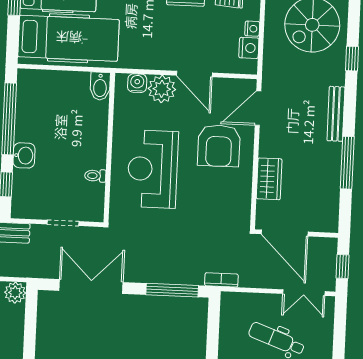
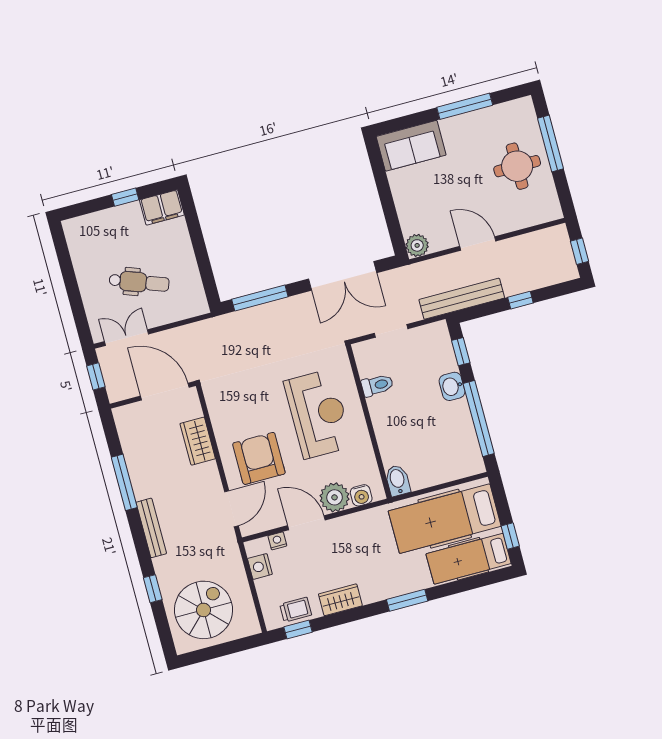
nightstand: (252, 29) -> (277, 541), moved, turned 90
toilet: (95, 176) -> (377, 385), width x1.37, depth x1.39
bookcase: (221, 280) -> (214, 324), removed

